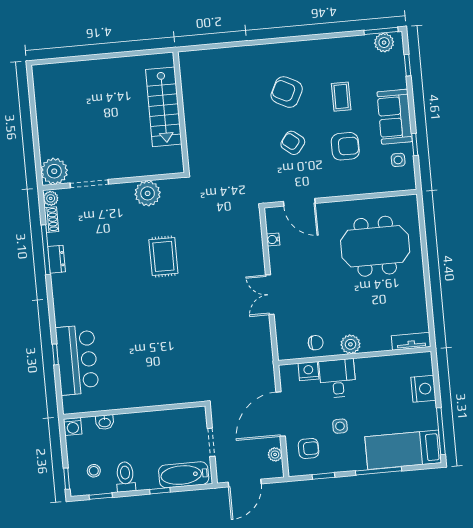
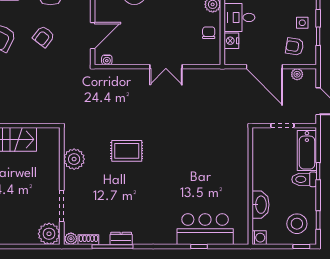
water cooler: (273, 239) -> (107, 60), moved
washbasin: (105, 422) -> (261, 205), width x1.91, depth x1.45
side table: (340, 426) -> (302, 23), moved
armchair: (309, 448) -> (295, 46), turned -81
stool: (94, 471) -> (297, 224), width x1.89, depth x1.89
toilet: (125, 477) -> (304, 179), moved

